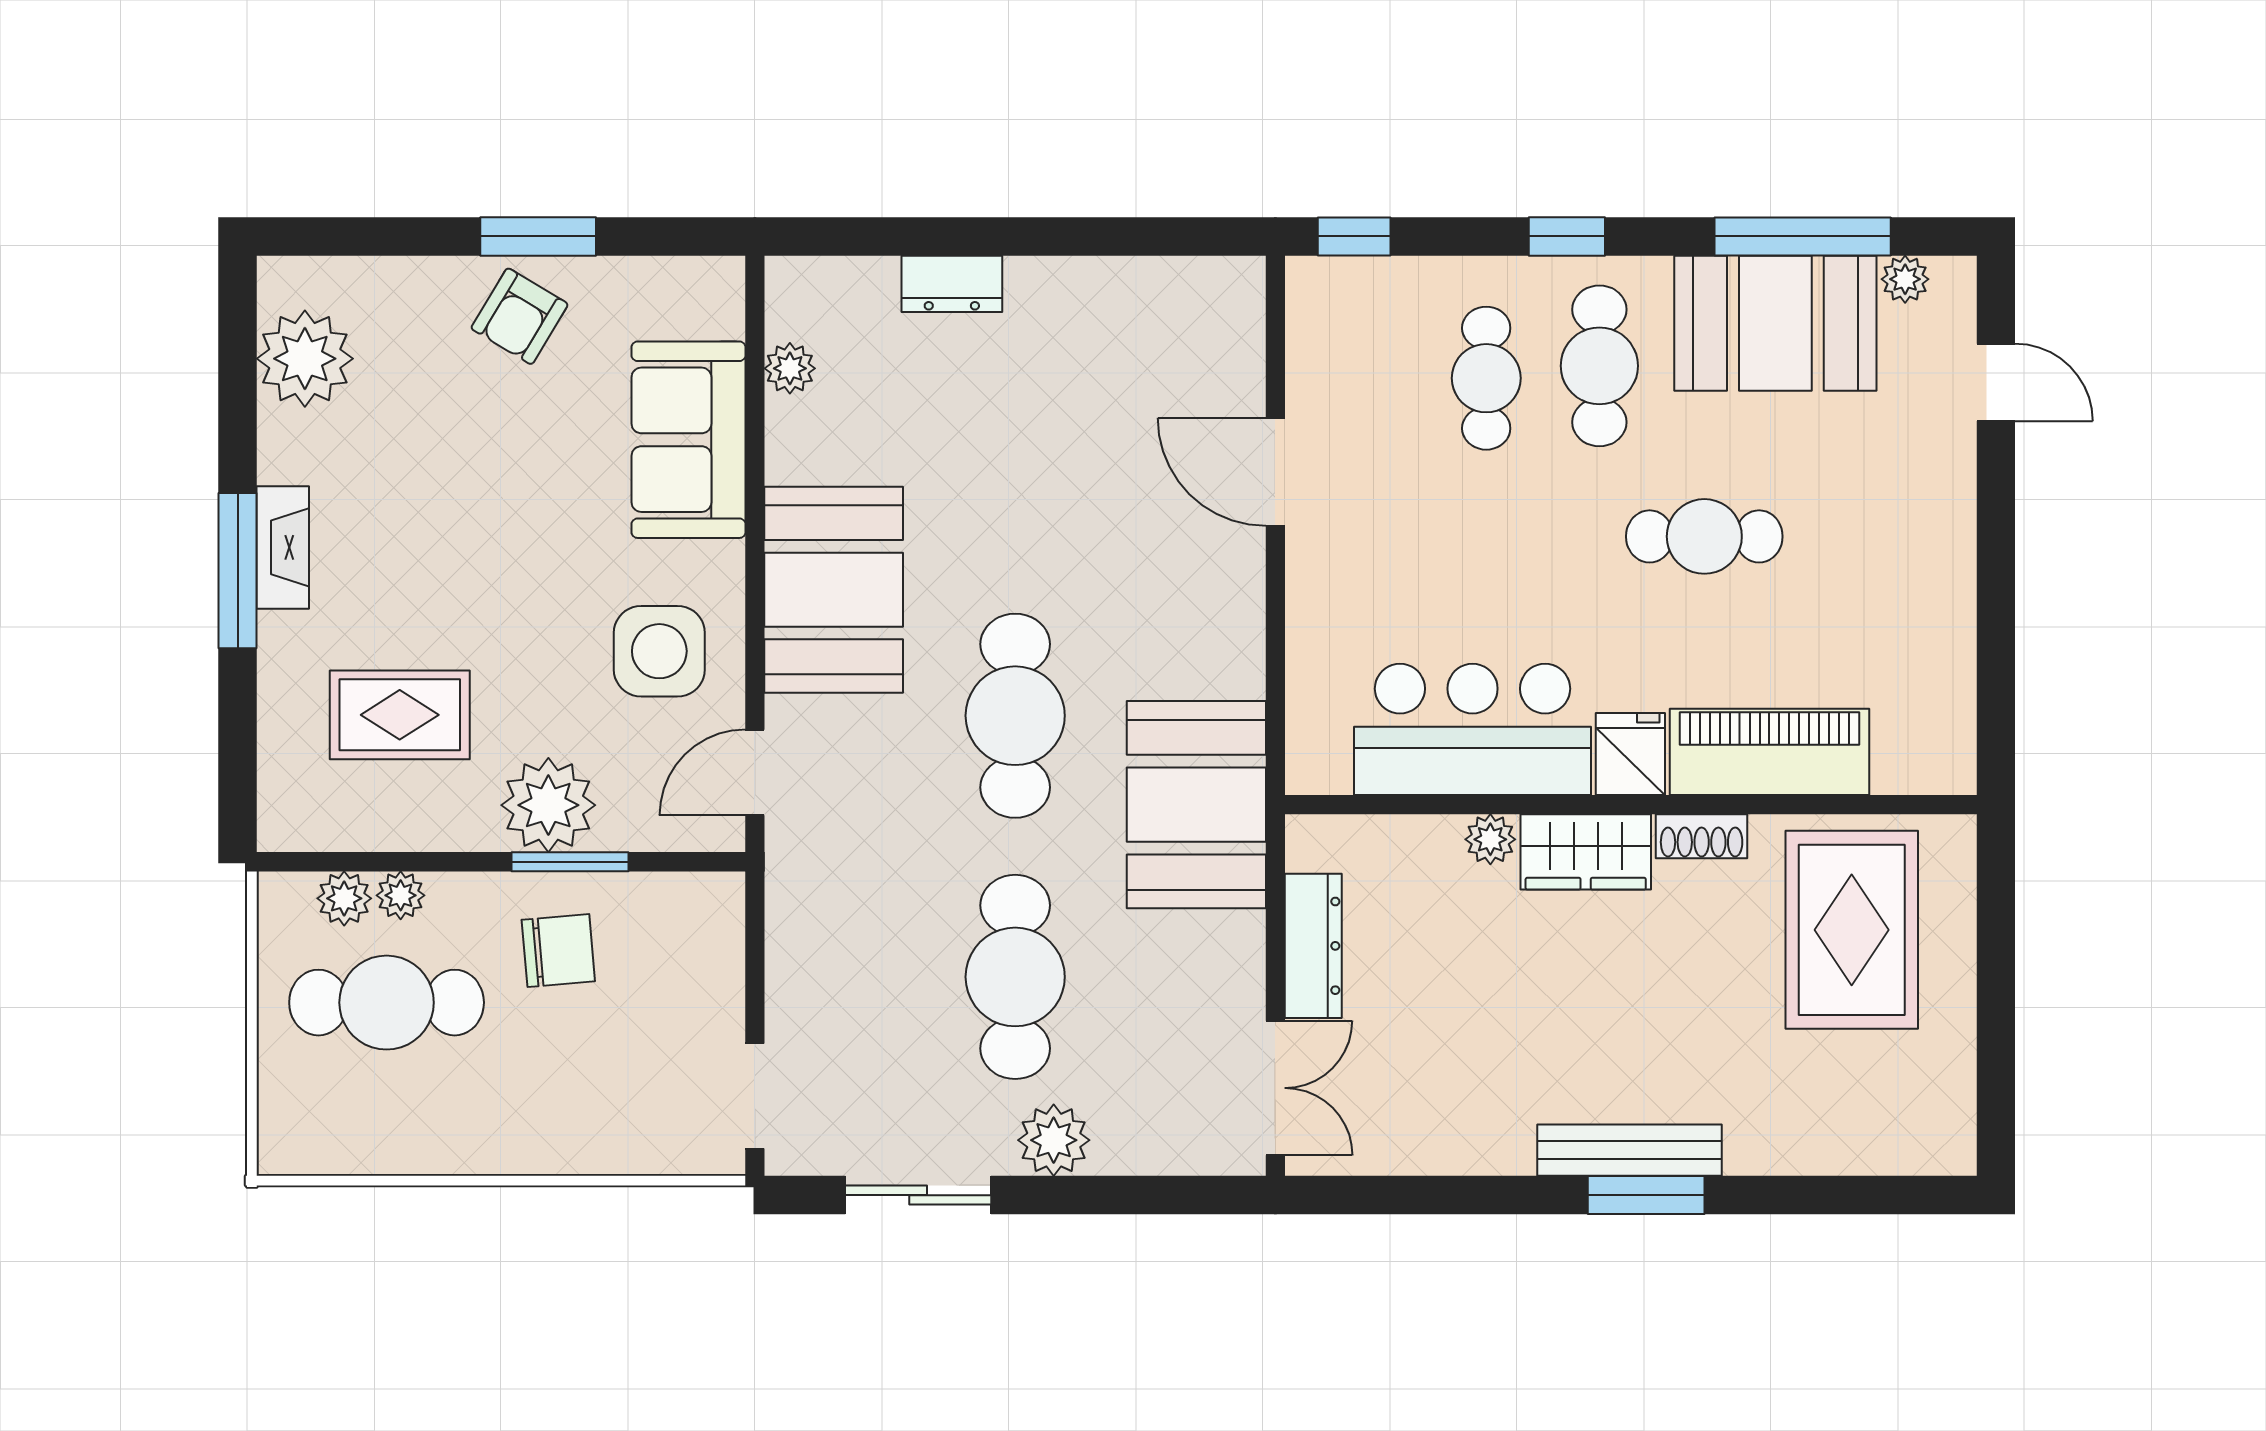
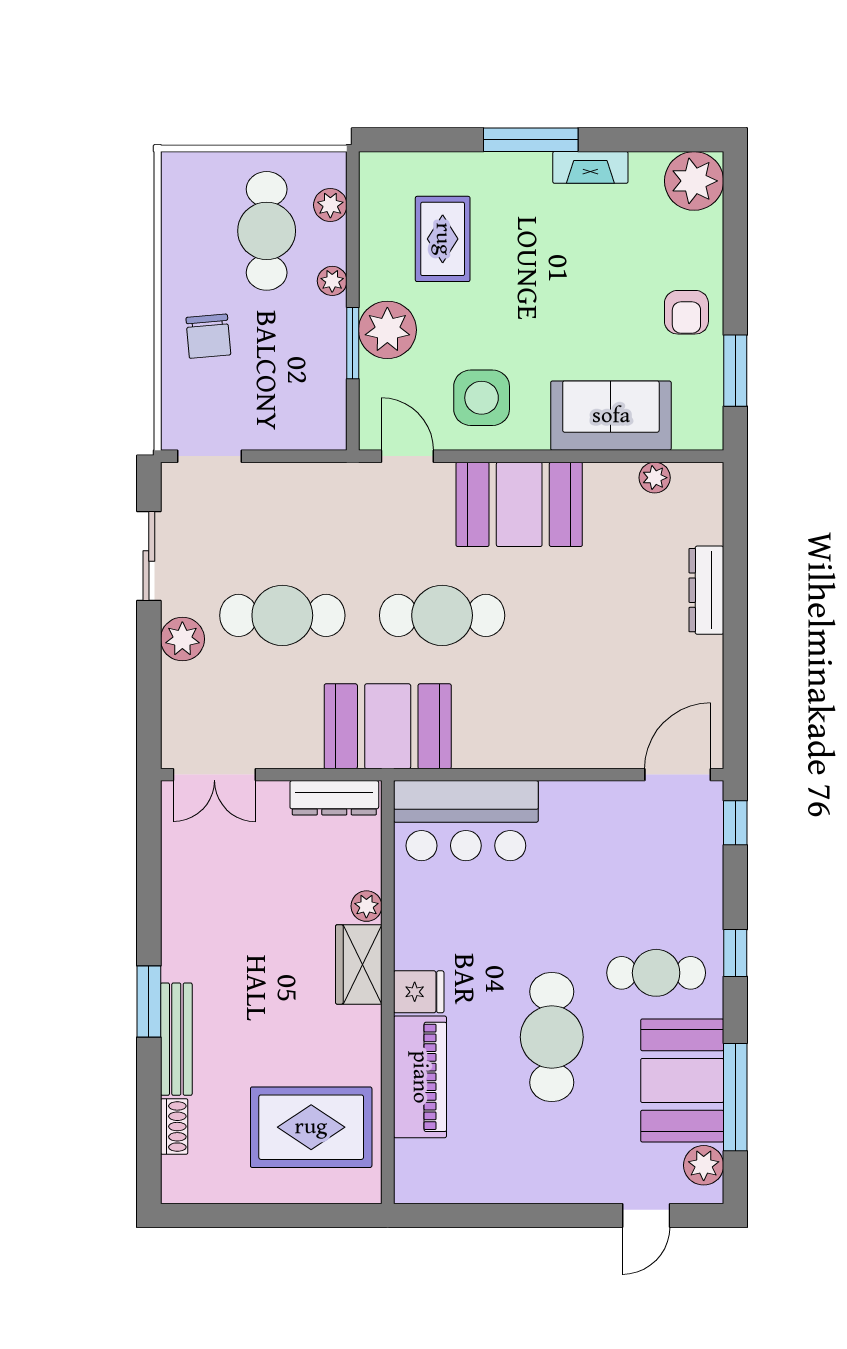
window: (538, 236) -> (735, 371), moved
plant: (1905, 279) -> (704, 1165), width x1.38, depth x1.38
dresser: (952, 284) -> (706, 590), width x1.44
armchair: (520, 316) -> (686, 312), turned -121
plant: (305, 359) -> (694, 181), moved
cafe table: (1486, 378) -> (649, 904), removed
door: (1275, 472) -> (678, 775), moved
cafe table: (1704, 536) -> (552, 1037), width x1.37, depth x1.35
fireplace: (283, 547) -> (590, 167), moved
bar counter: (1473, 729) -> (466, 821), moved, turned 90
shoe rack: (1702, 836) -> (174, 1127), moved, turned 180
plant: (401, 895) -> (332, 281), moved
dresser: (1313, 946) -> (334, 798), moved
chair: (558, 951) -> (208, 336), moved
bench: (1630, 1150) -> (176, 1039), moved

